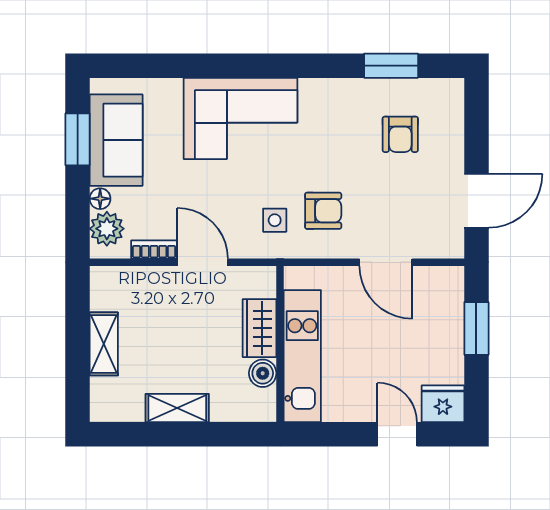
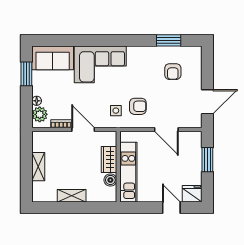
sofa: (116, 140) -> (53, 58), moved, turned 90

